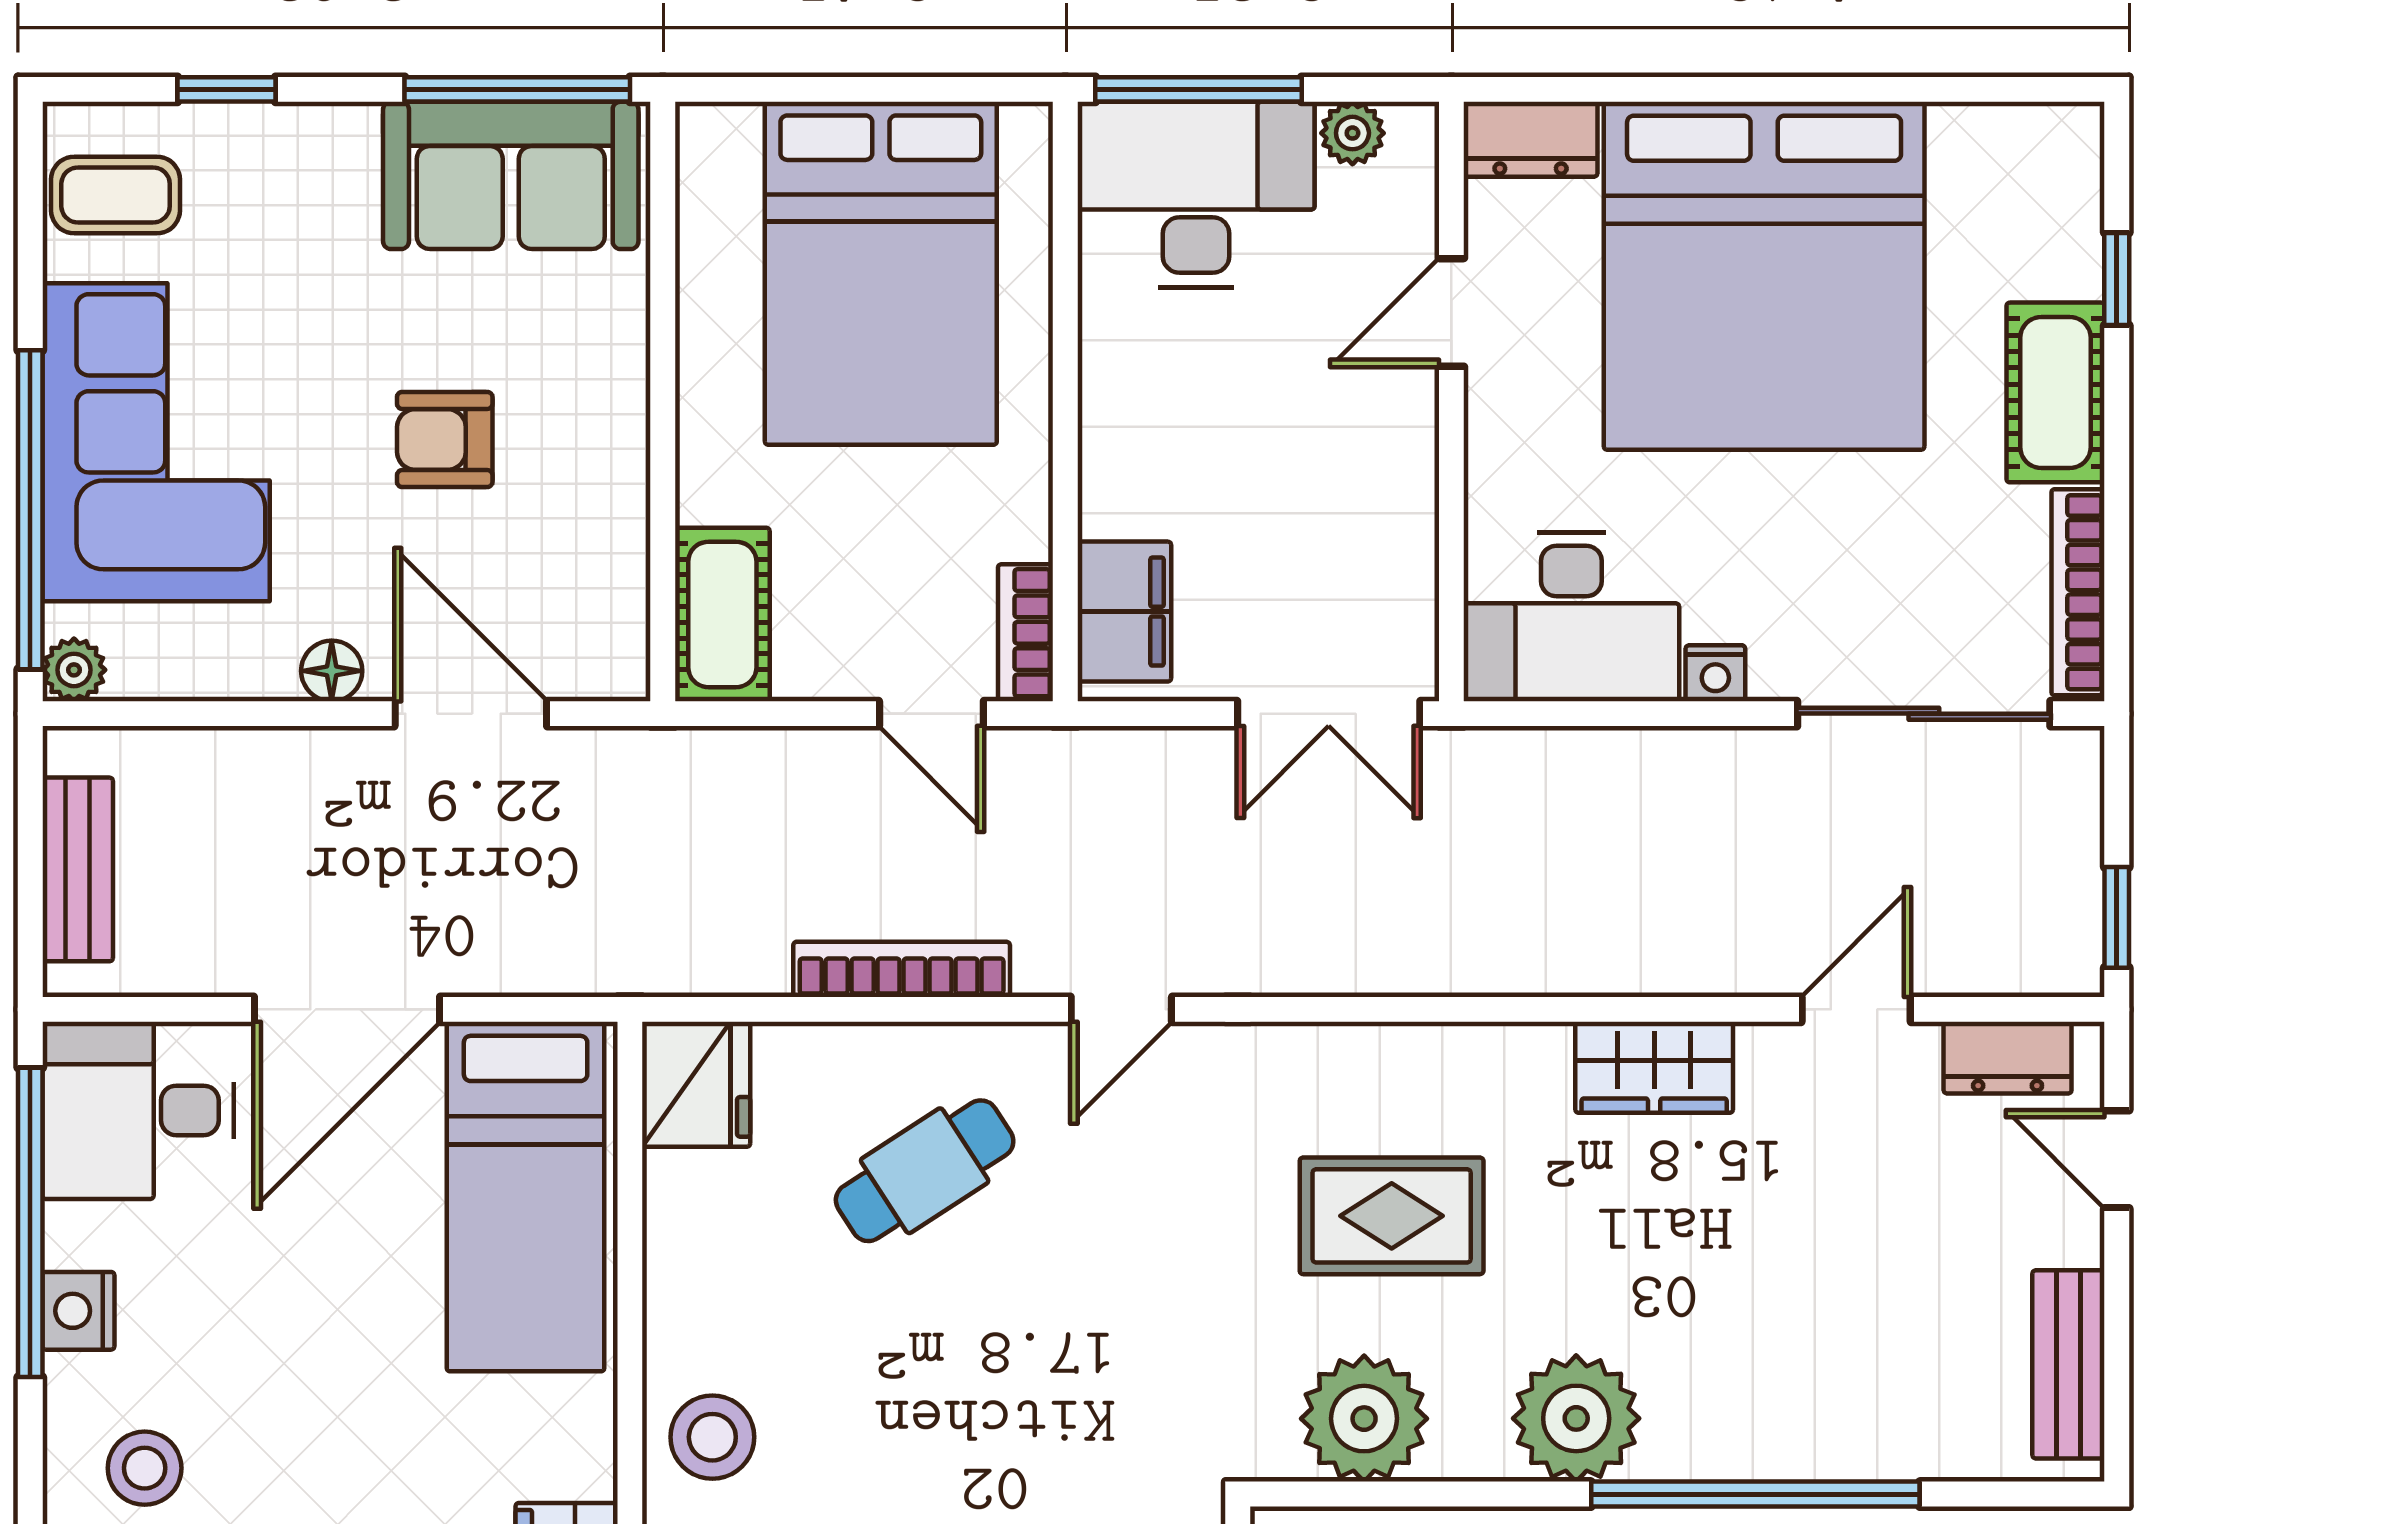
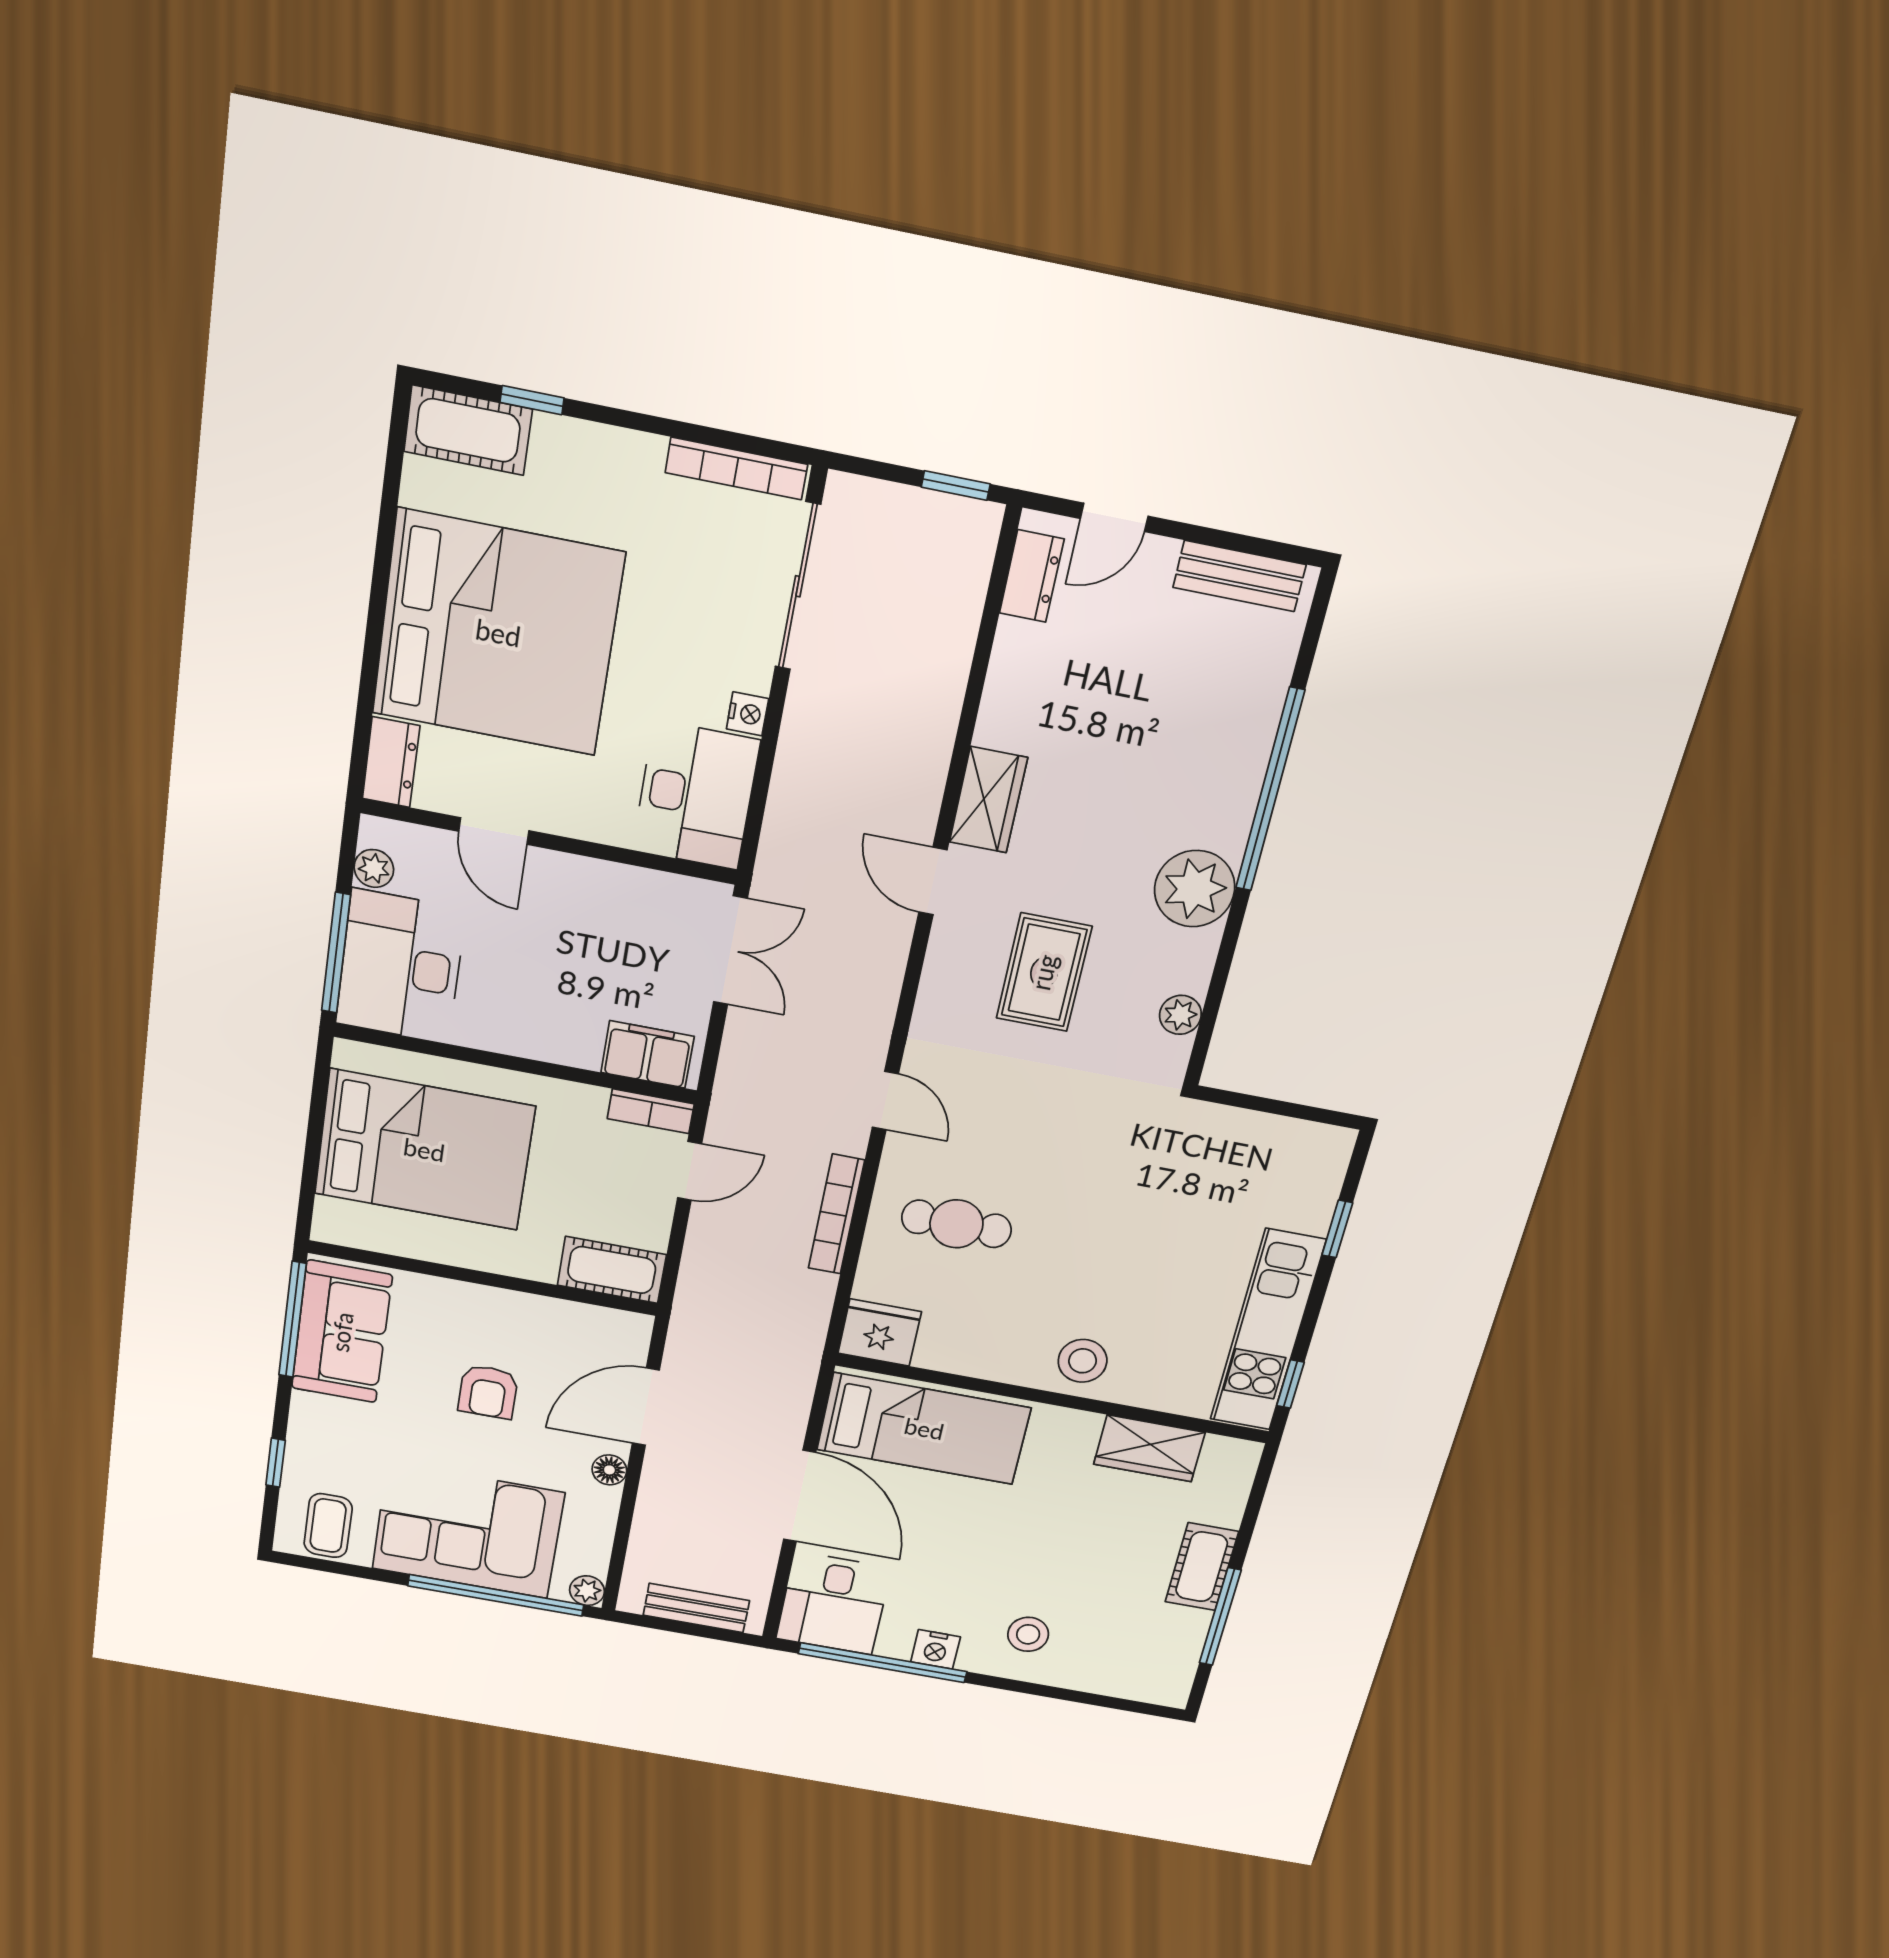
cot: (2056, 392) -> (468, 430), moved
door: (1856, 1009) -> (933, 881), moved
cafe table: (925, 1171) -> (956, 1224), turned -57
plant: (1364, 1419) -> (1180, 1015), width x0.53, depth x0.53

